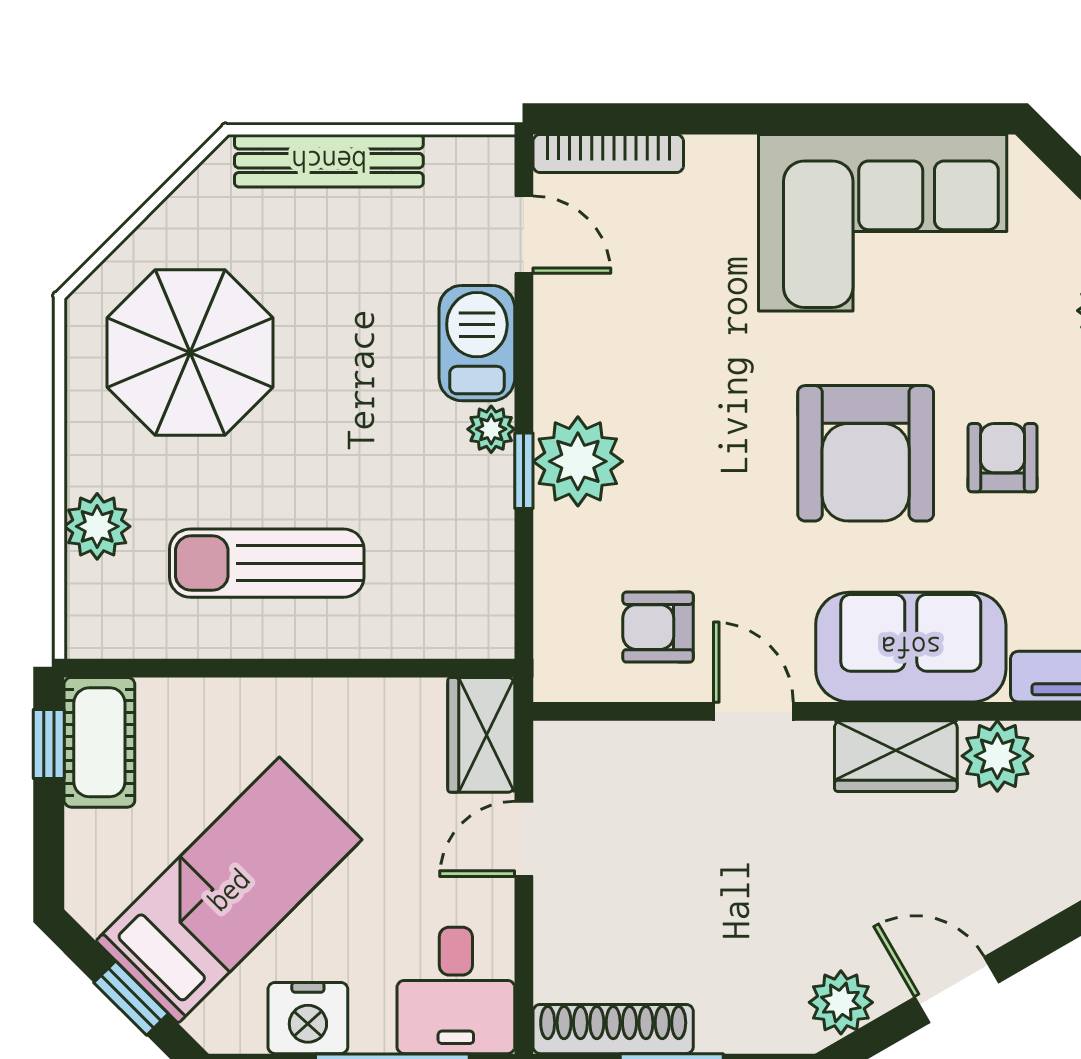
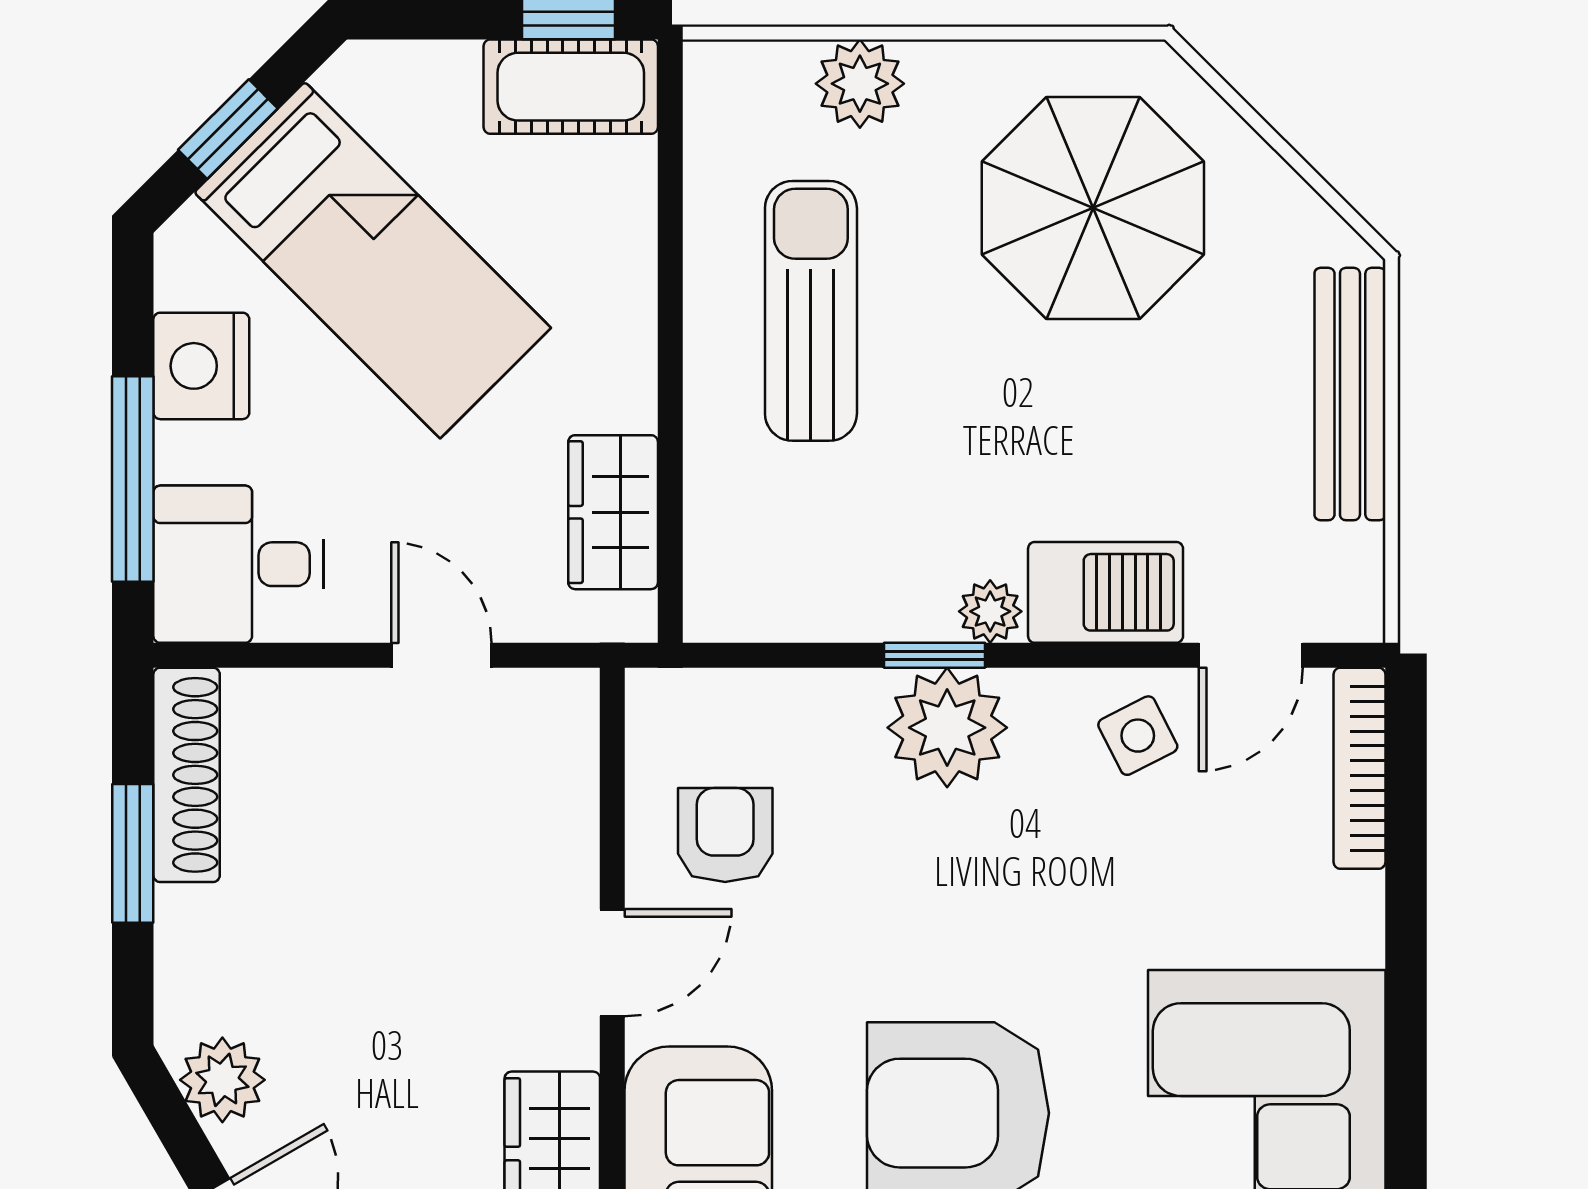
side table: (584, 319) -> (1138, 736), added
wardrobe: (481, 735) -> (613, 512), moved, turned -90

